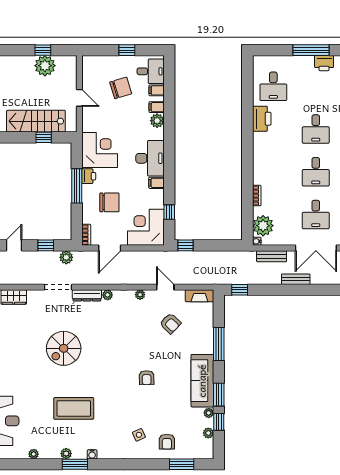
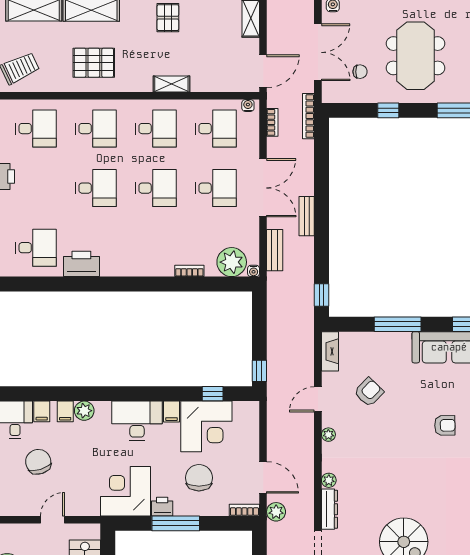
corner desk: (146, 227) -> (206, 426), moved, turned -90
plant: (66, 257) -> (276, 512), moved

